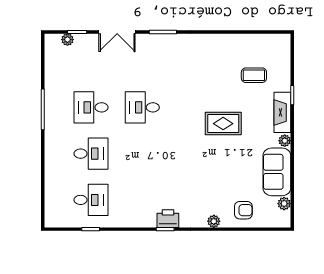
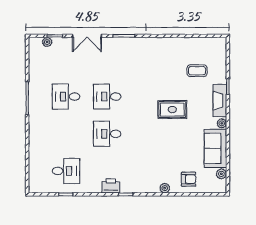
desk: (91, 154) -> (107, 134), moved, turned 180
printer: (168, 219) -> (111, 186), moved

